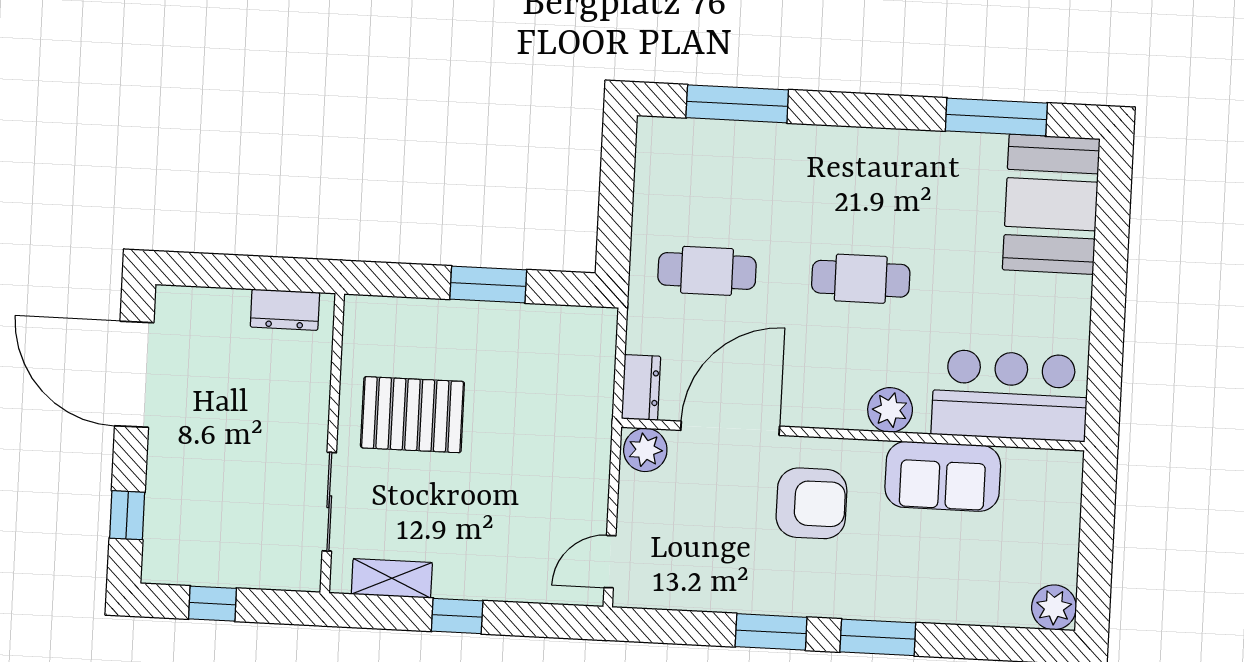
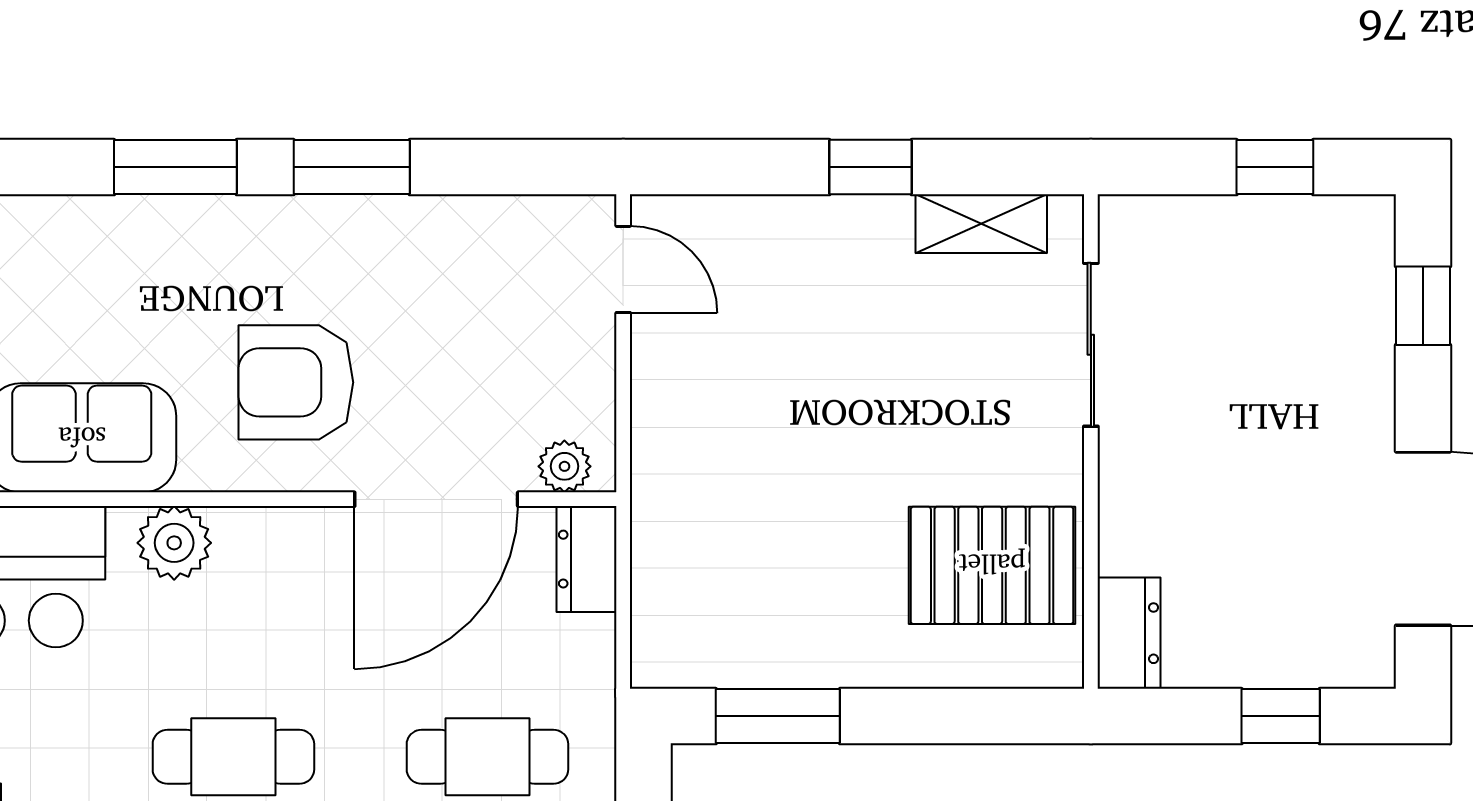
window: (226, 271) -> (1281, 716), added
window: (488, 284) -> (778, 716), moved
dresser: (285, 310) -> (1129, 633), moved, turned 90
pallet: (412, 415) -> (992, 565), moved
plant: (645, 450) -> (564, 466), width x0.73, depth x0.73
door: (610, 562) -> (623, 269), hinge flipped

